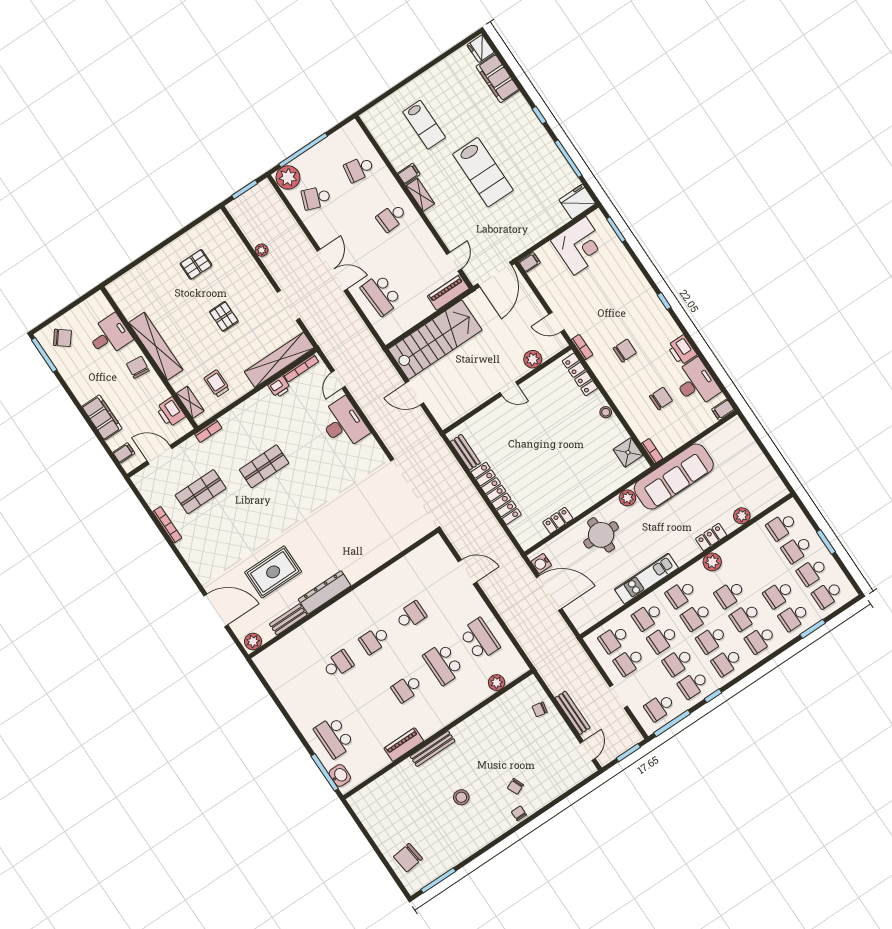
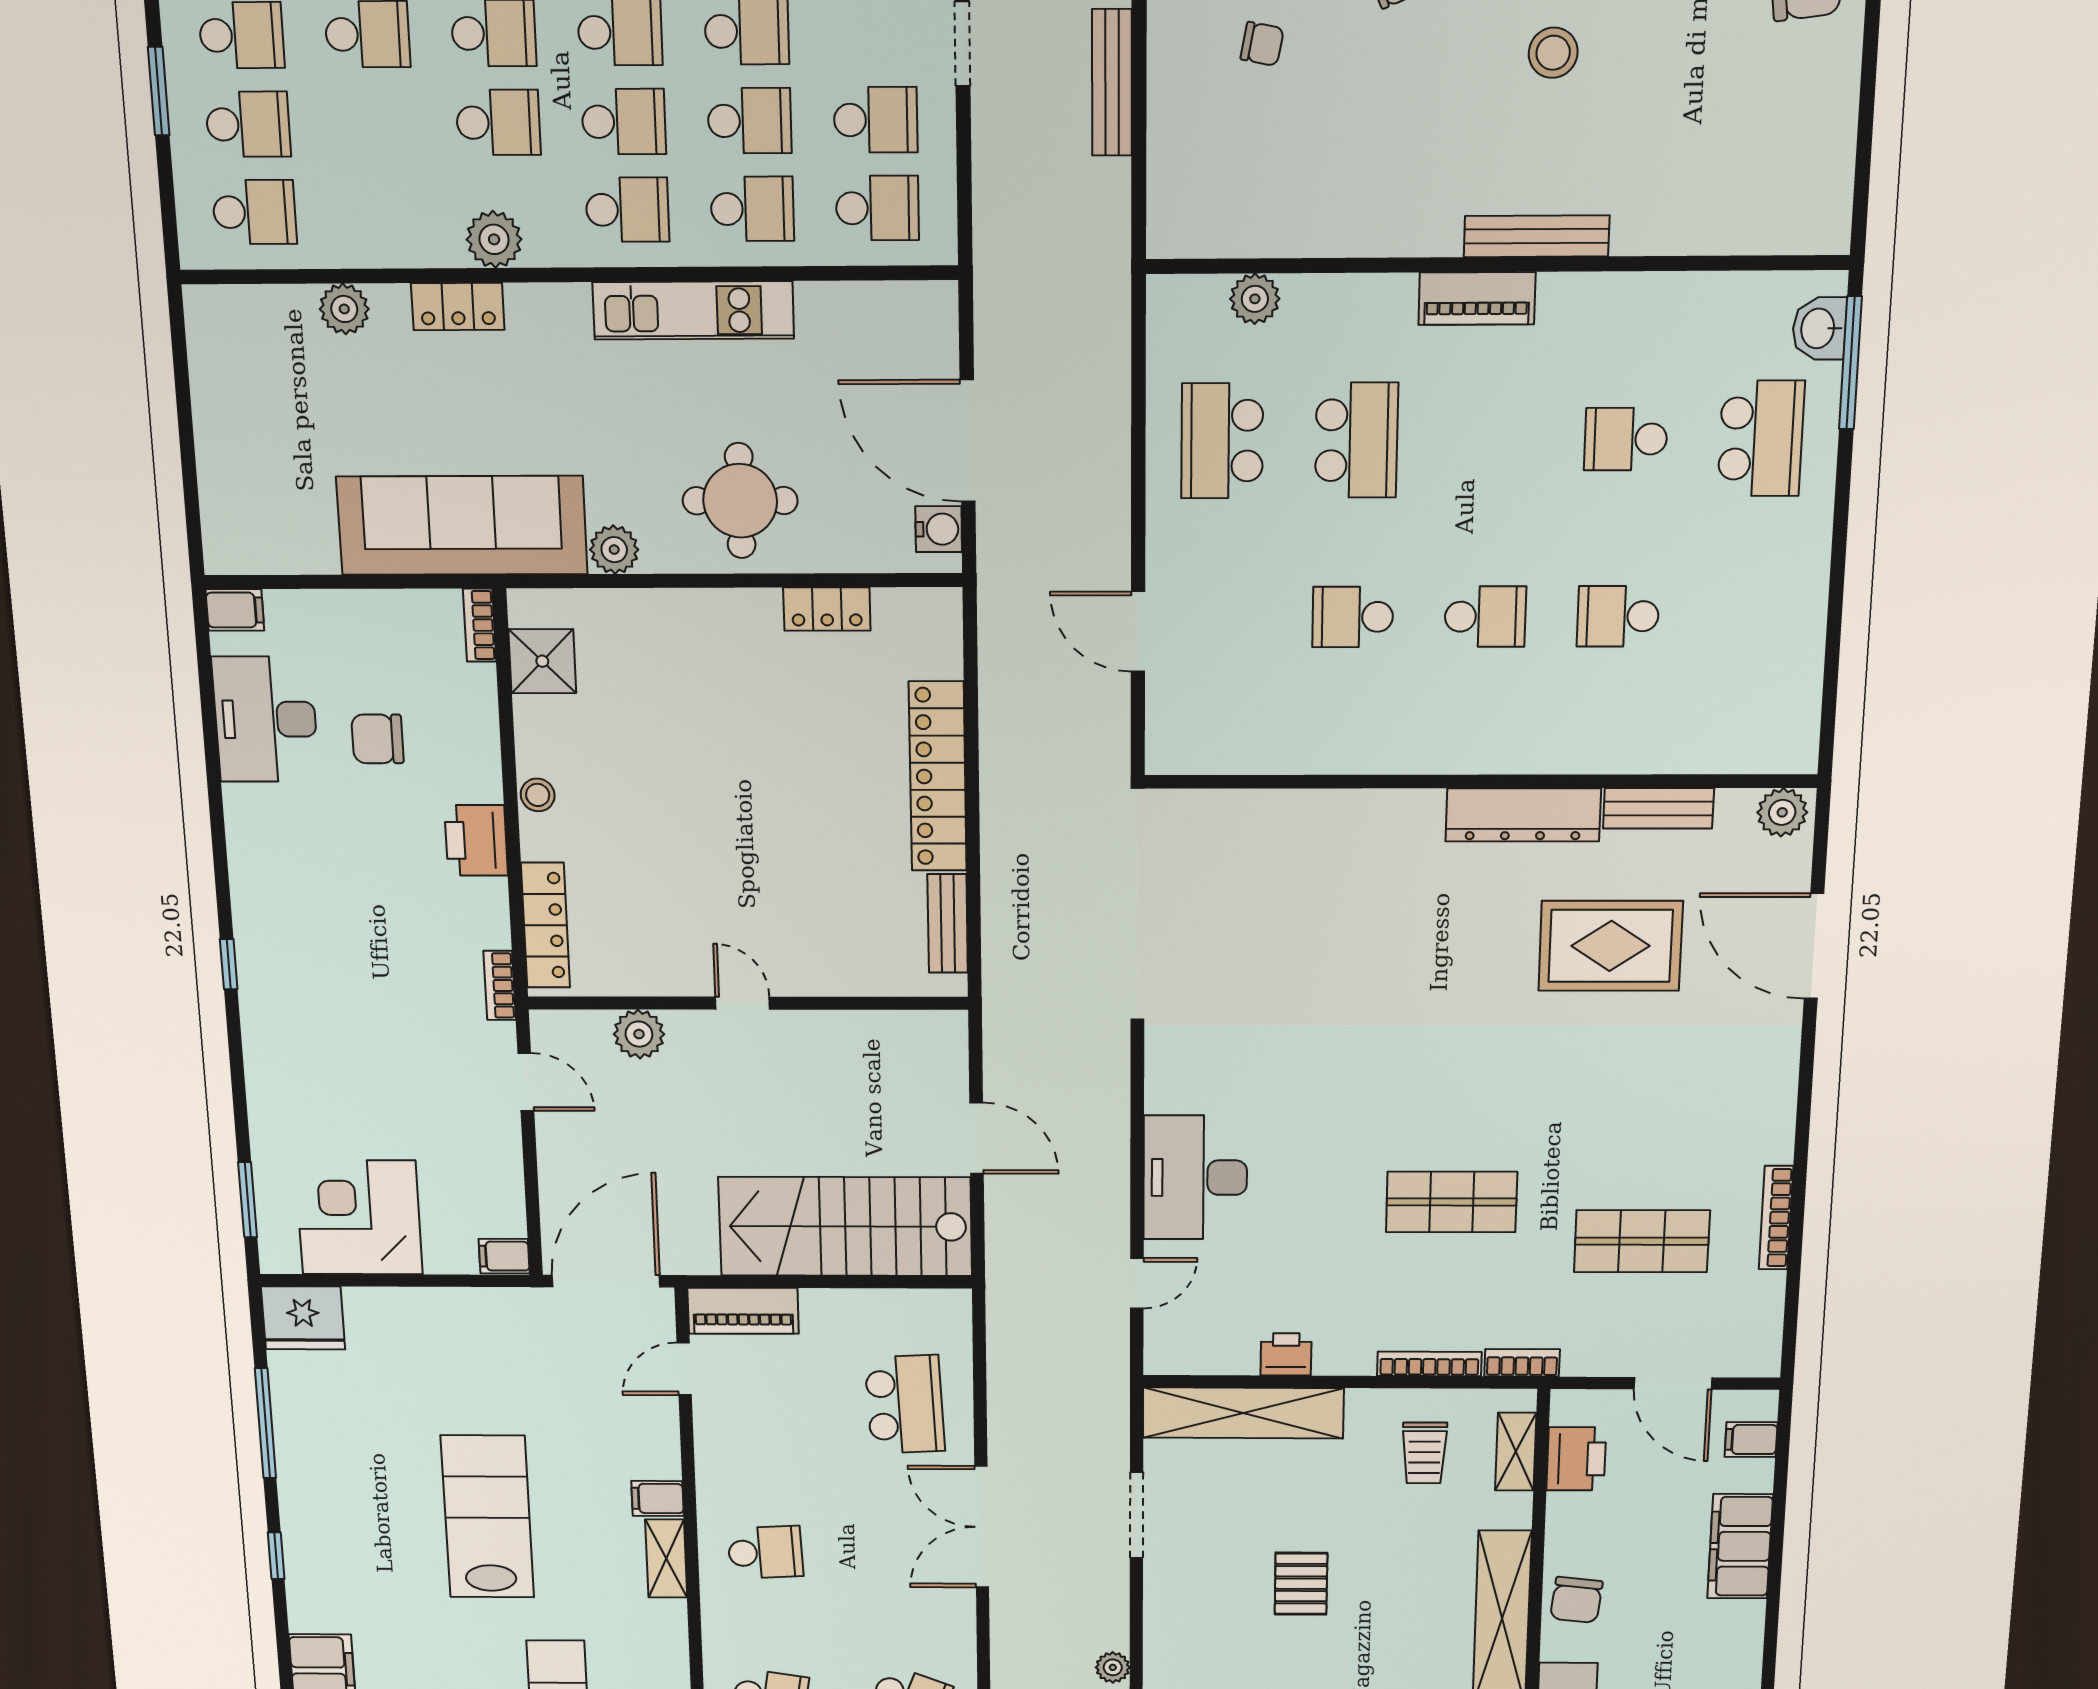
filing cabinet: (409, 174) -> (658, 1498), moved
printer: (682, 350) -> (476, 840), moved, turned 180
chair: (625, 351) -> (398, 911), removed
bookcase: (301, 368) -> (1429, 1364), moved
school desk: (407, 688) -> (1626, 439), moved, turned 180
chair: (540, 709) -> (1262, 44), moved
piano: (404, 745) -> (1477, 298), moved

